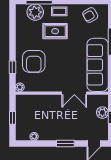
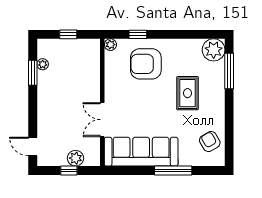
coffee table: (59, 11) -> (215, 99), removed
plant: (35, 12) -> (214, 50), moved
window: (65, 144) -> (33, 73), moved

